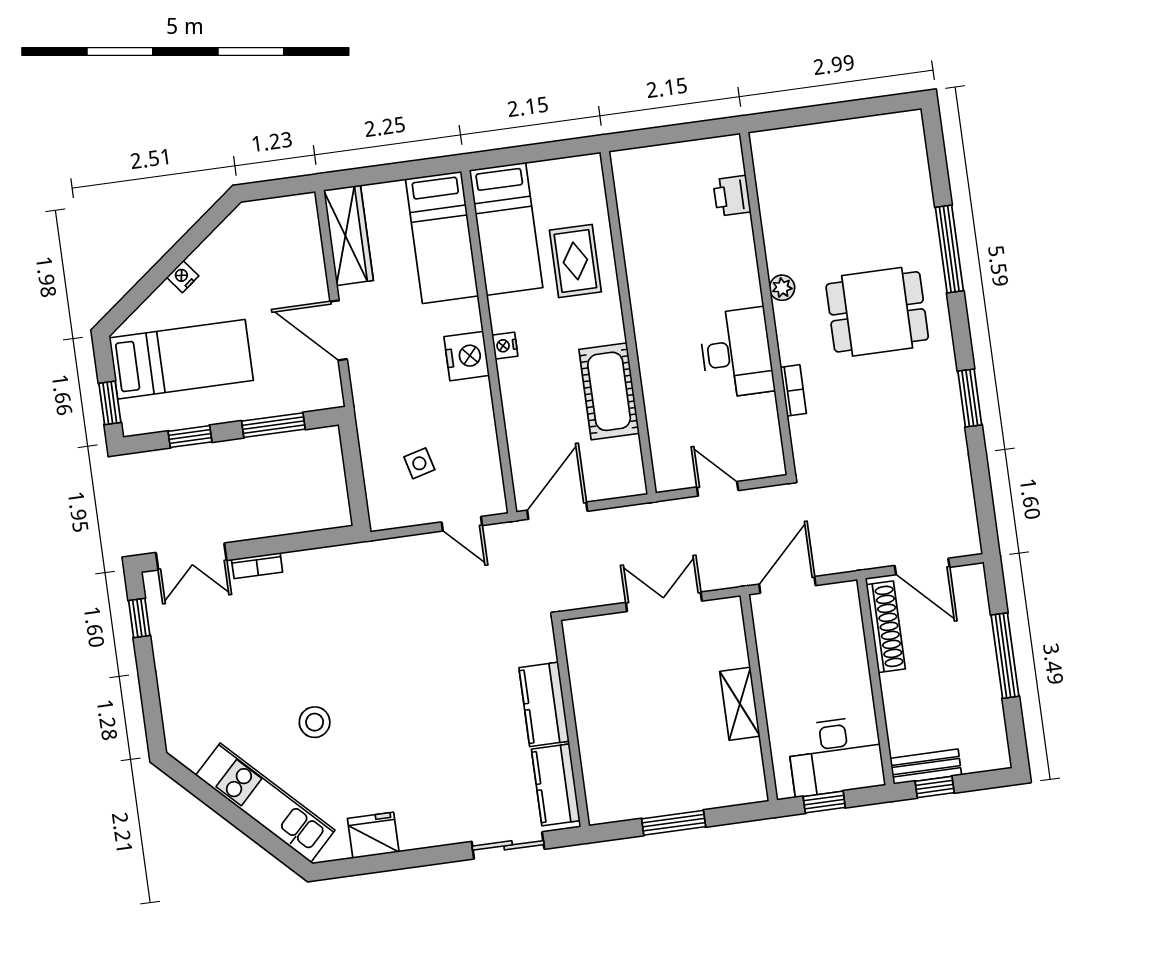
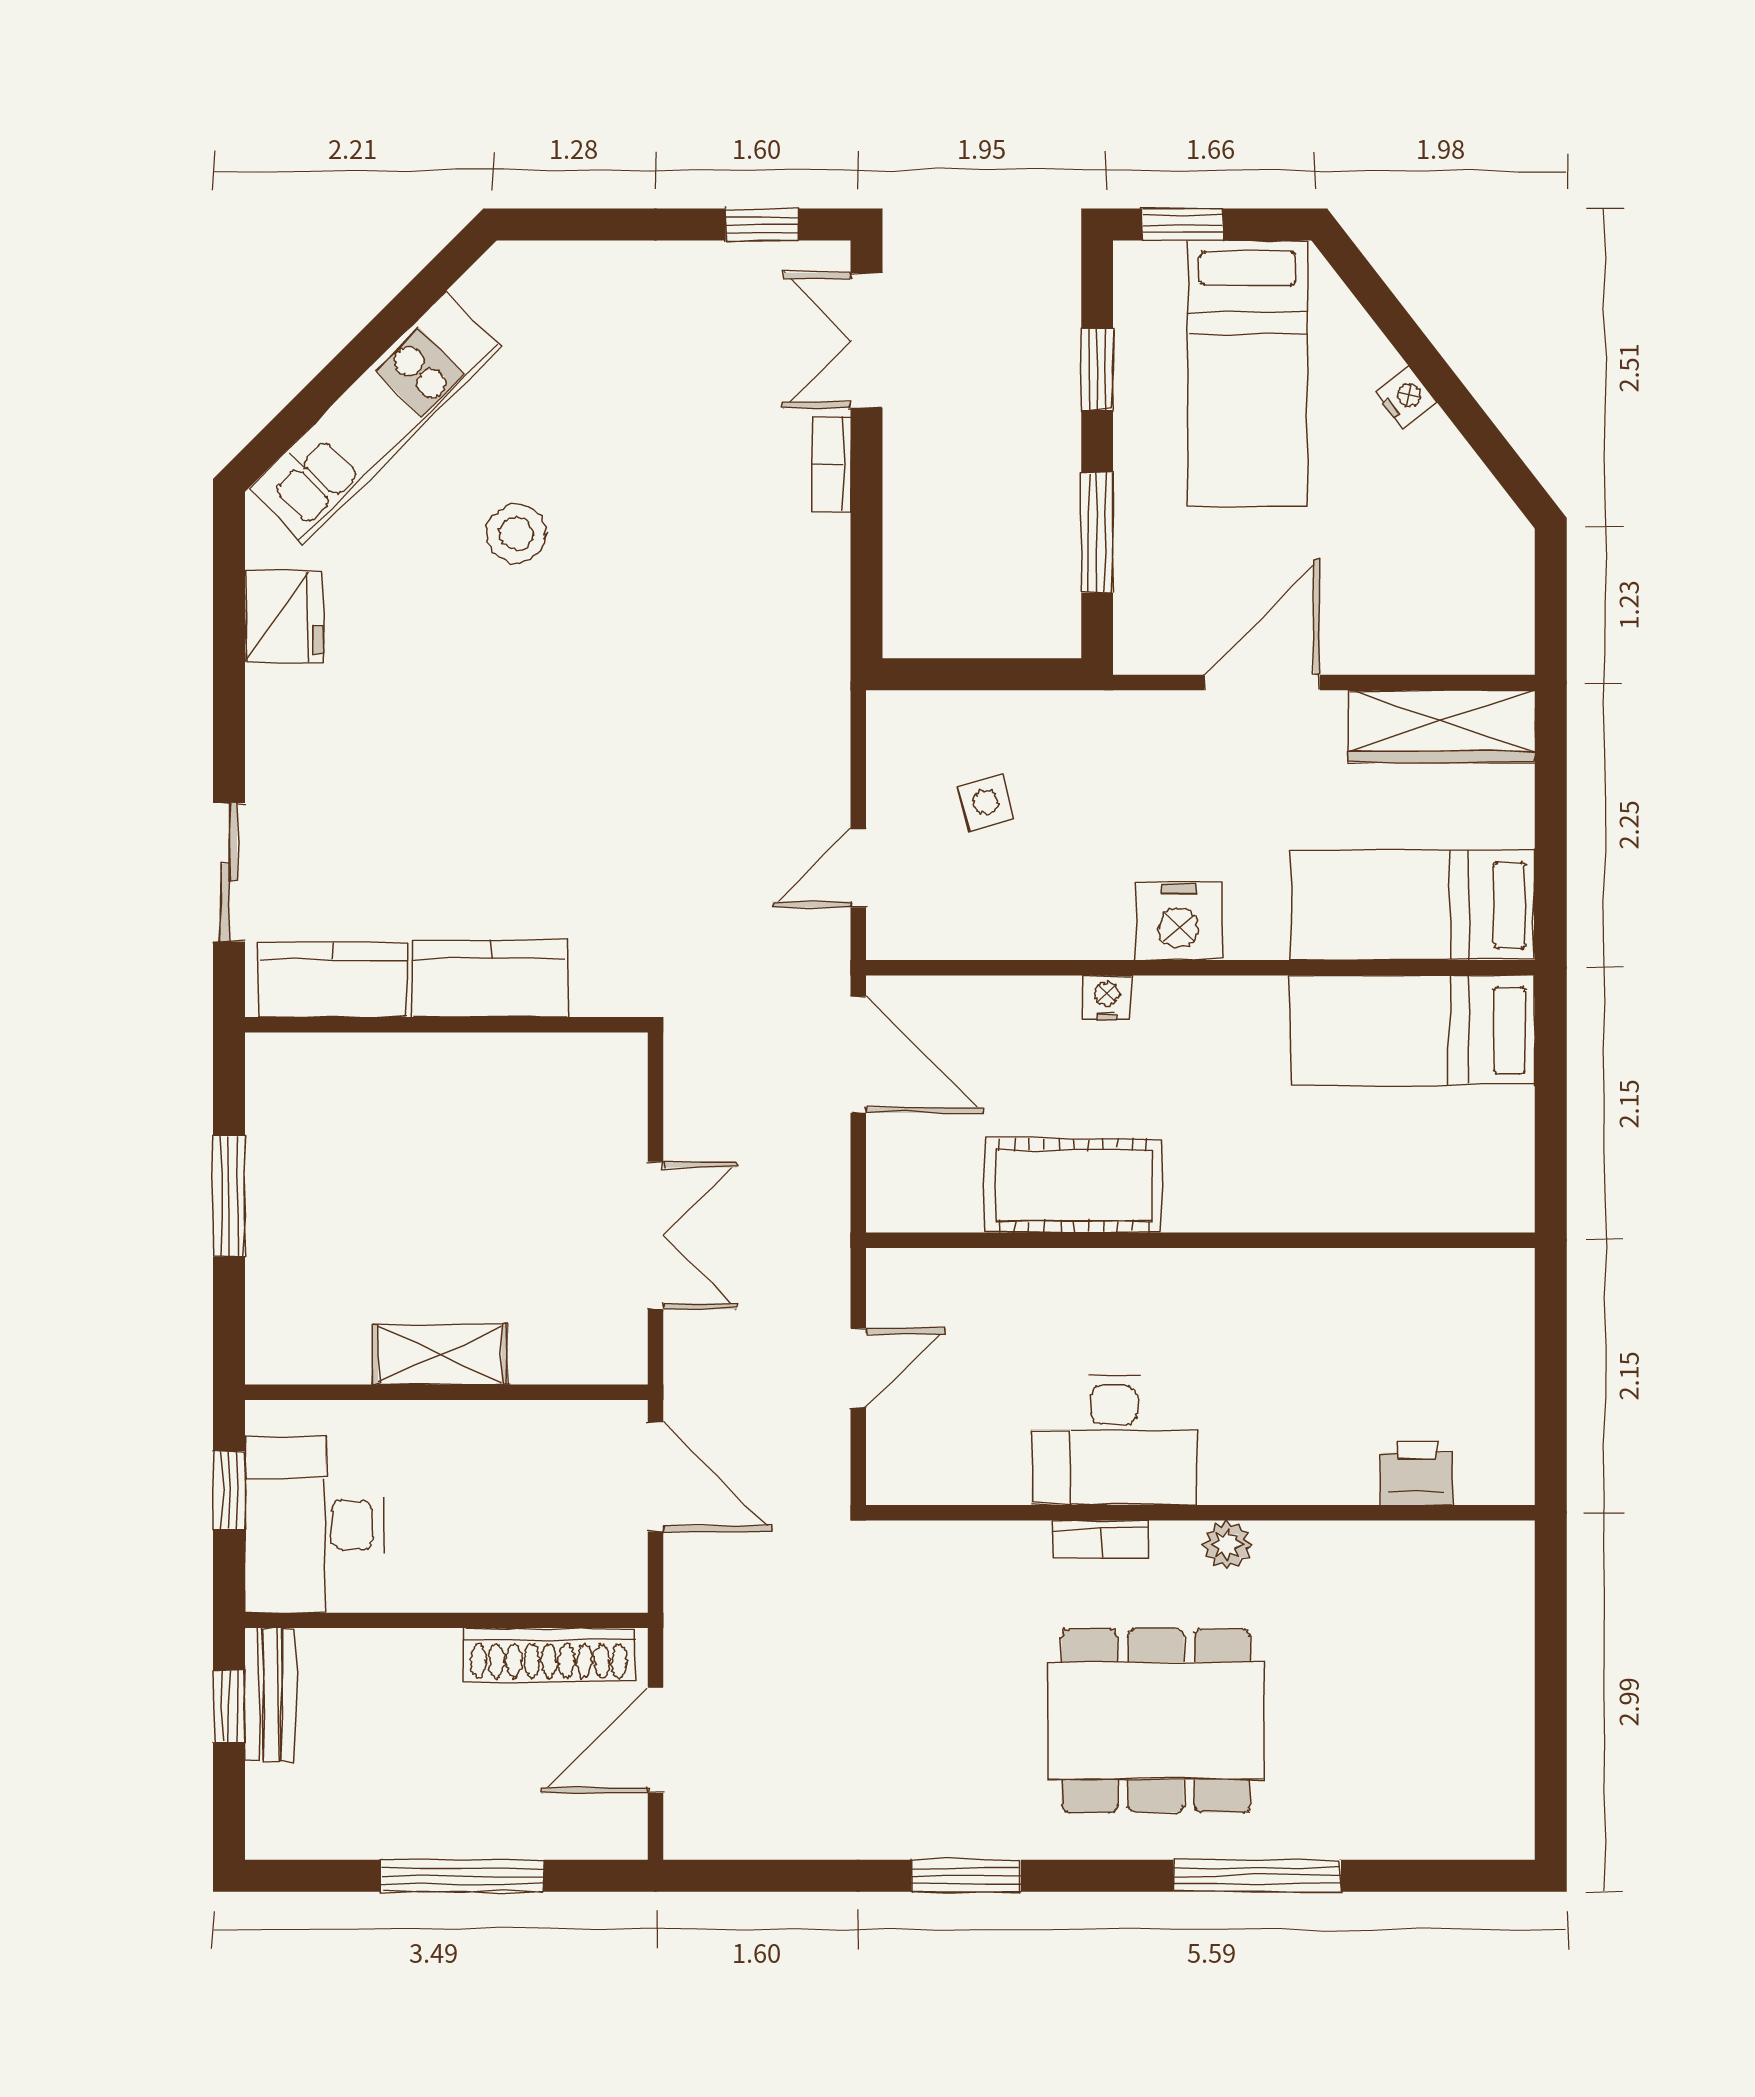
rug: (575, 261) -> (1333, 1155), removed
dining table: (877, 312) -> (1156, 1721), width x1.38
nightstand: (505, 346) -> (1107, 998), moved
bookcase: (793, 390) -> (1101, 1539), moved

